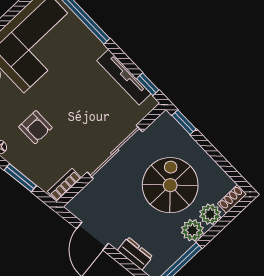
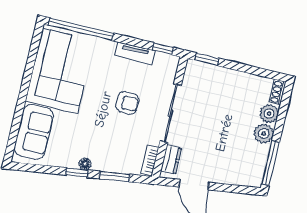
tv unit: (124, 77) -> (135, 53), width x0.71
armchair: (35, 127) -> (127, 103), moved
spiral stairs: (170, 185) -> (226, 111), removed
dresser: (135, 254) -> (171, 159), moved, turned 98

